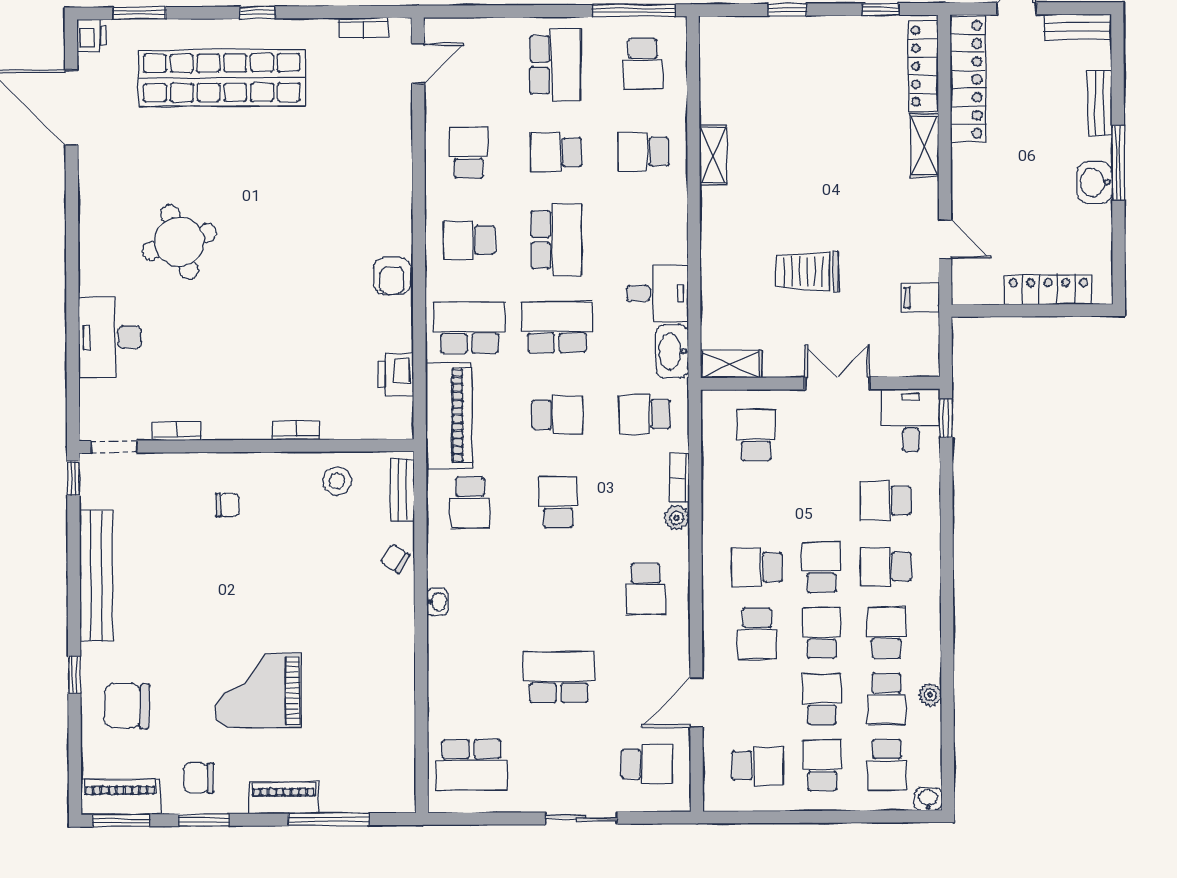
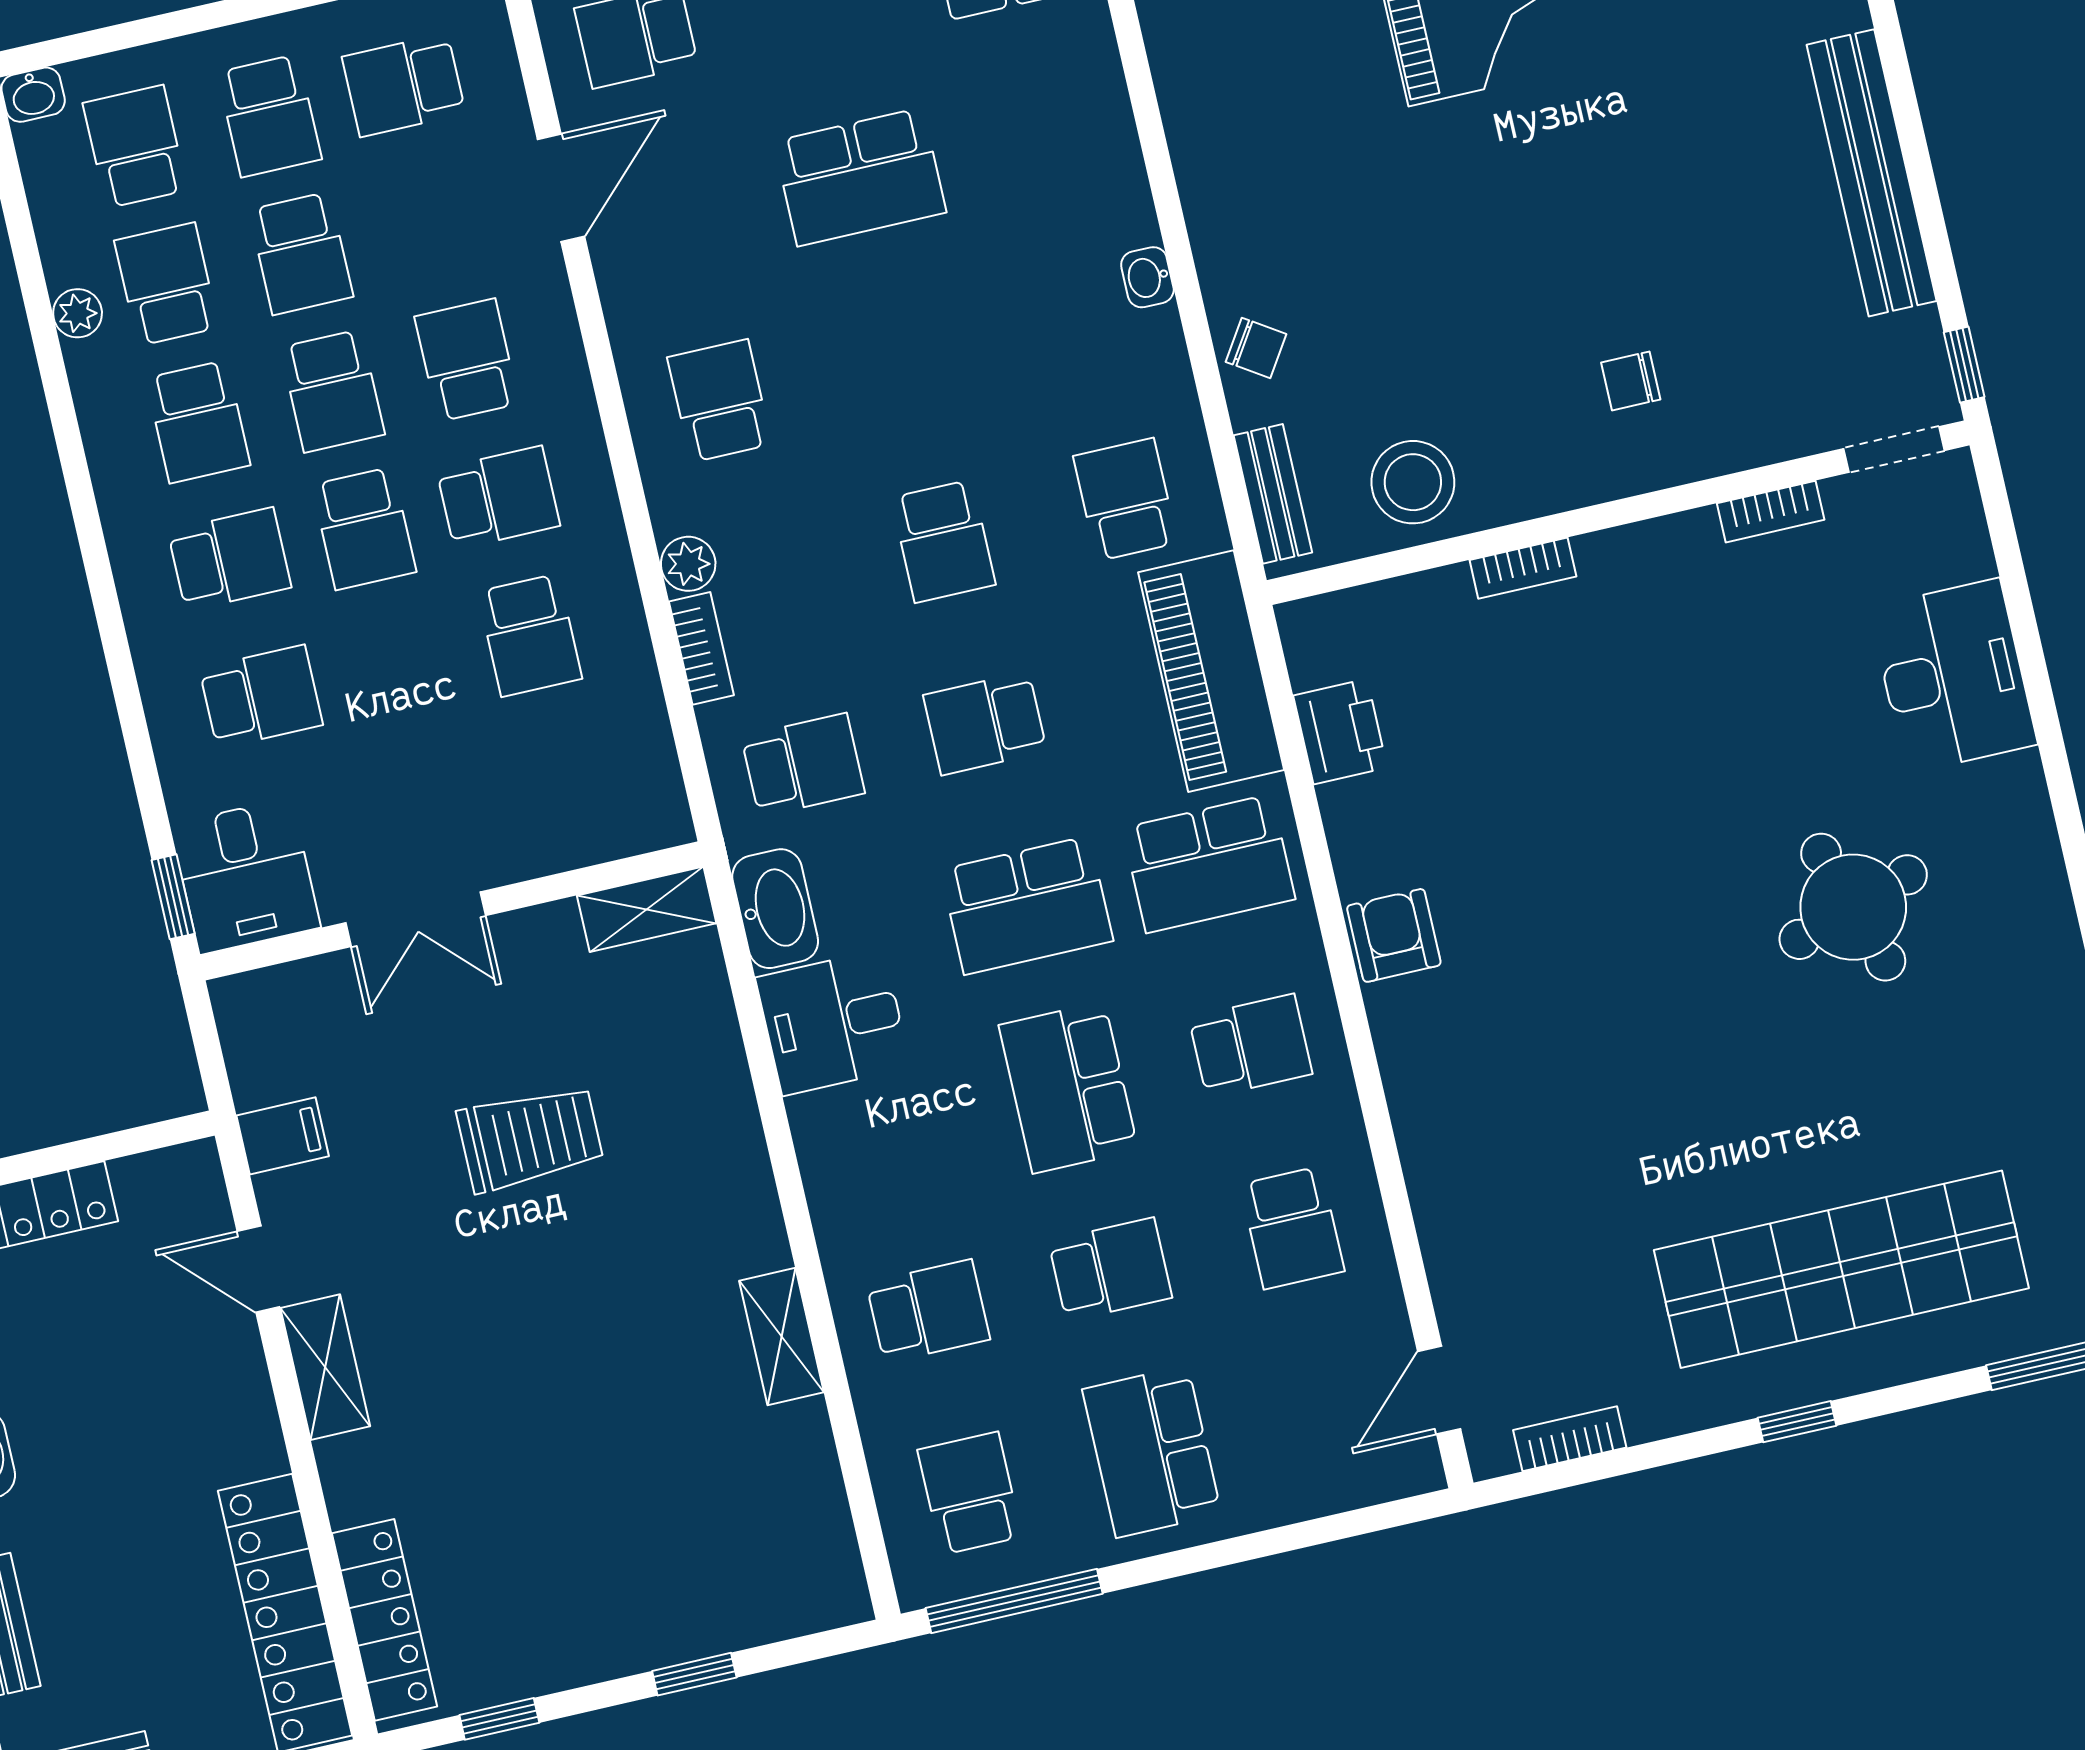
shelving: (924, 145) -> (325, 1367), moved
school desk: (756, 435) -> (530, 635), moved
stool: (337, 481) -> (1413, 482), width x1.38, depth x1.38

